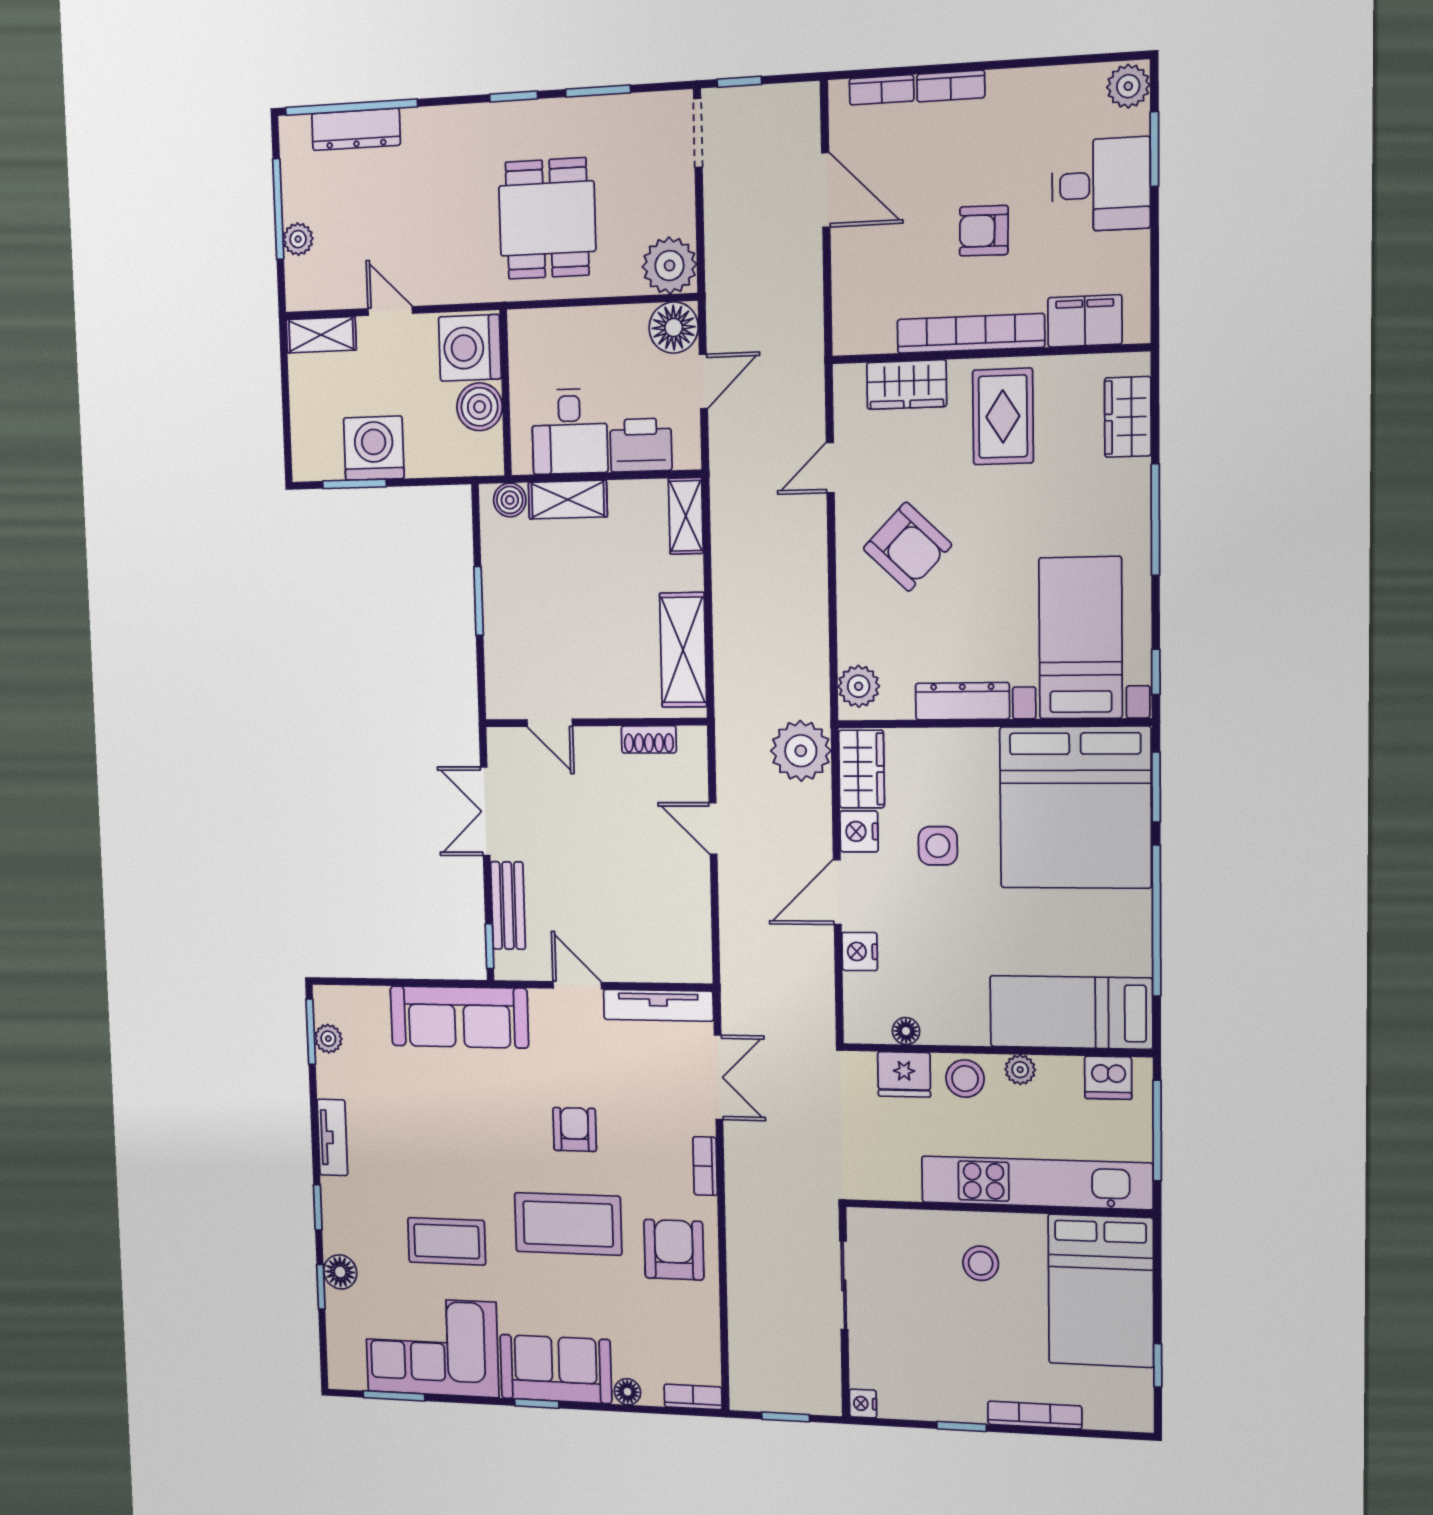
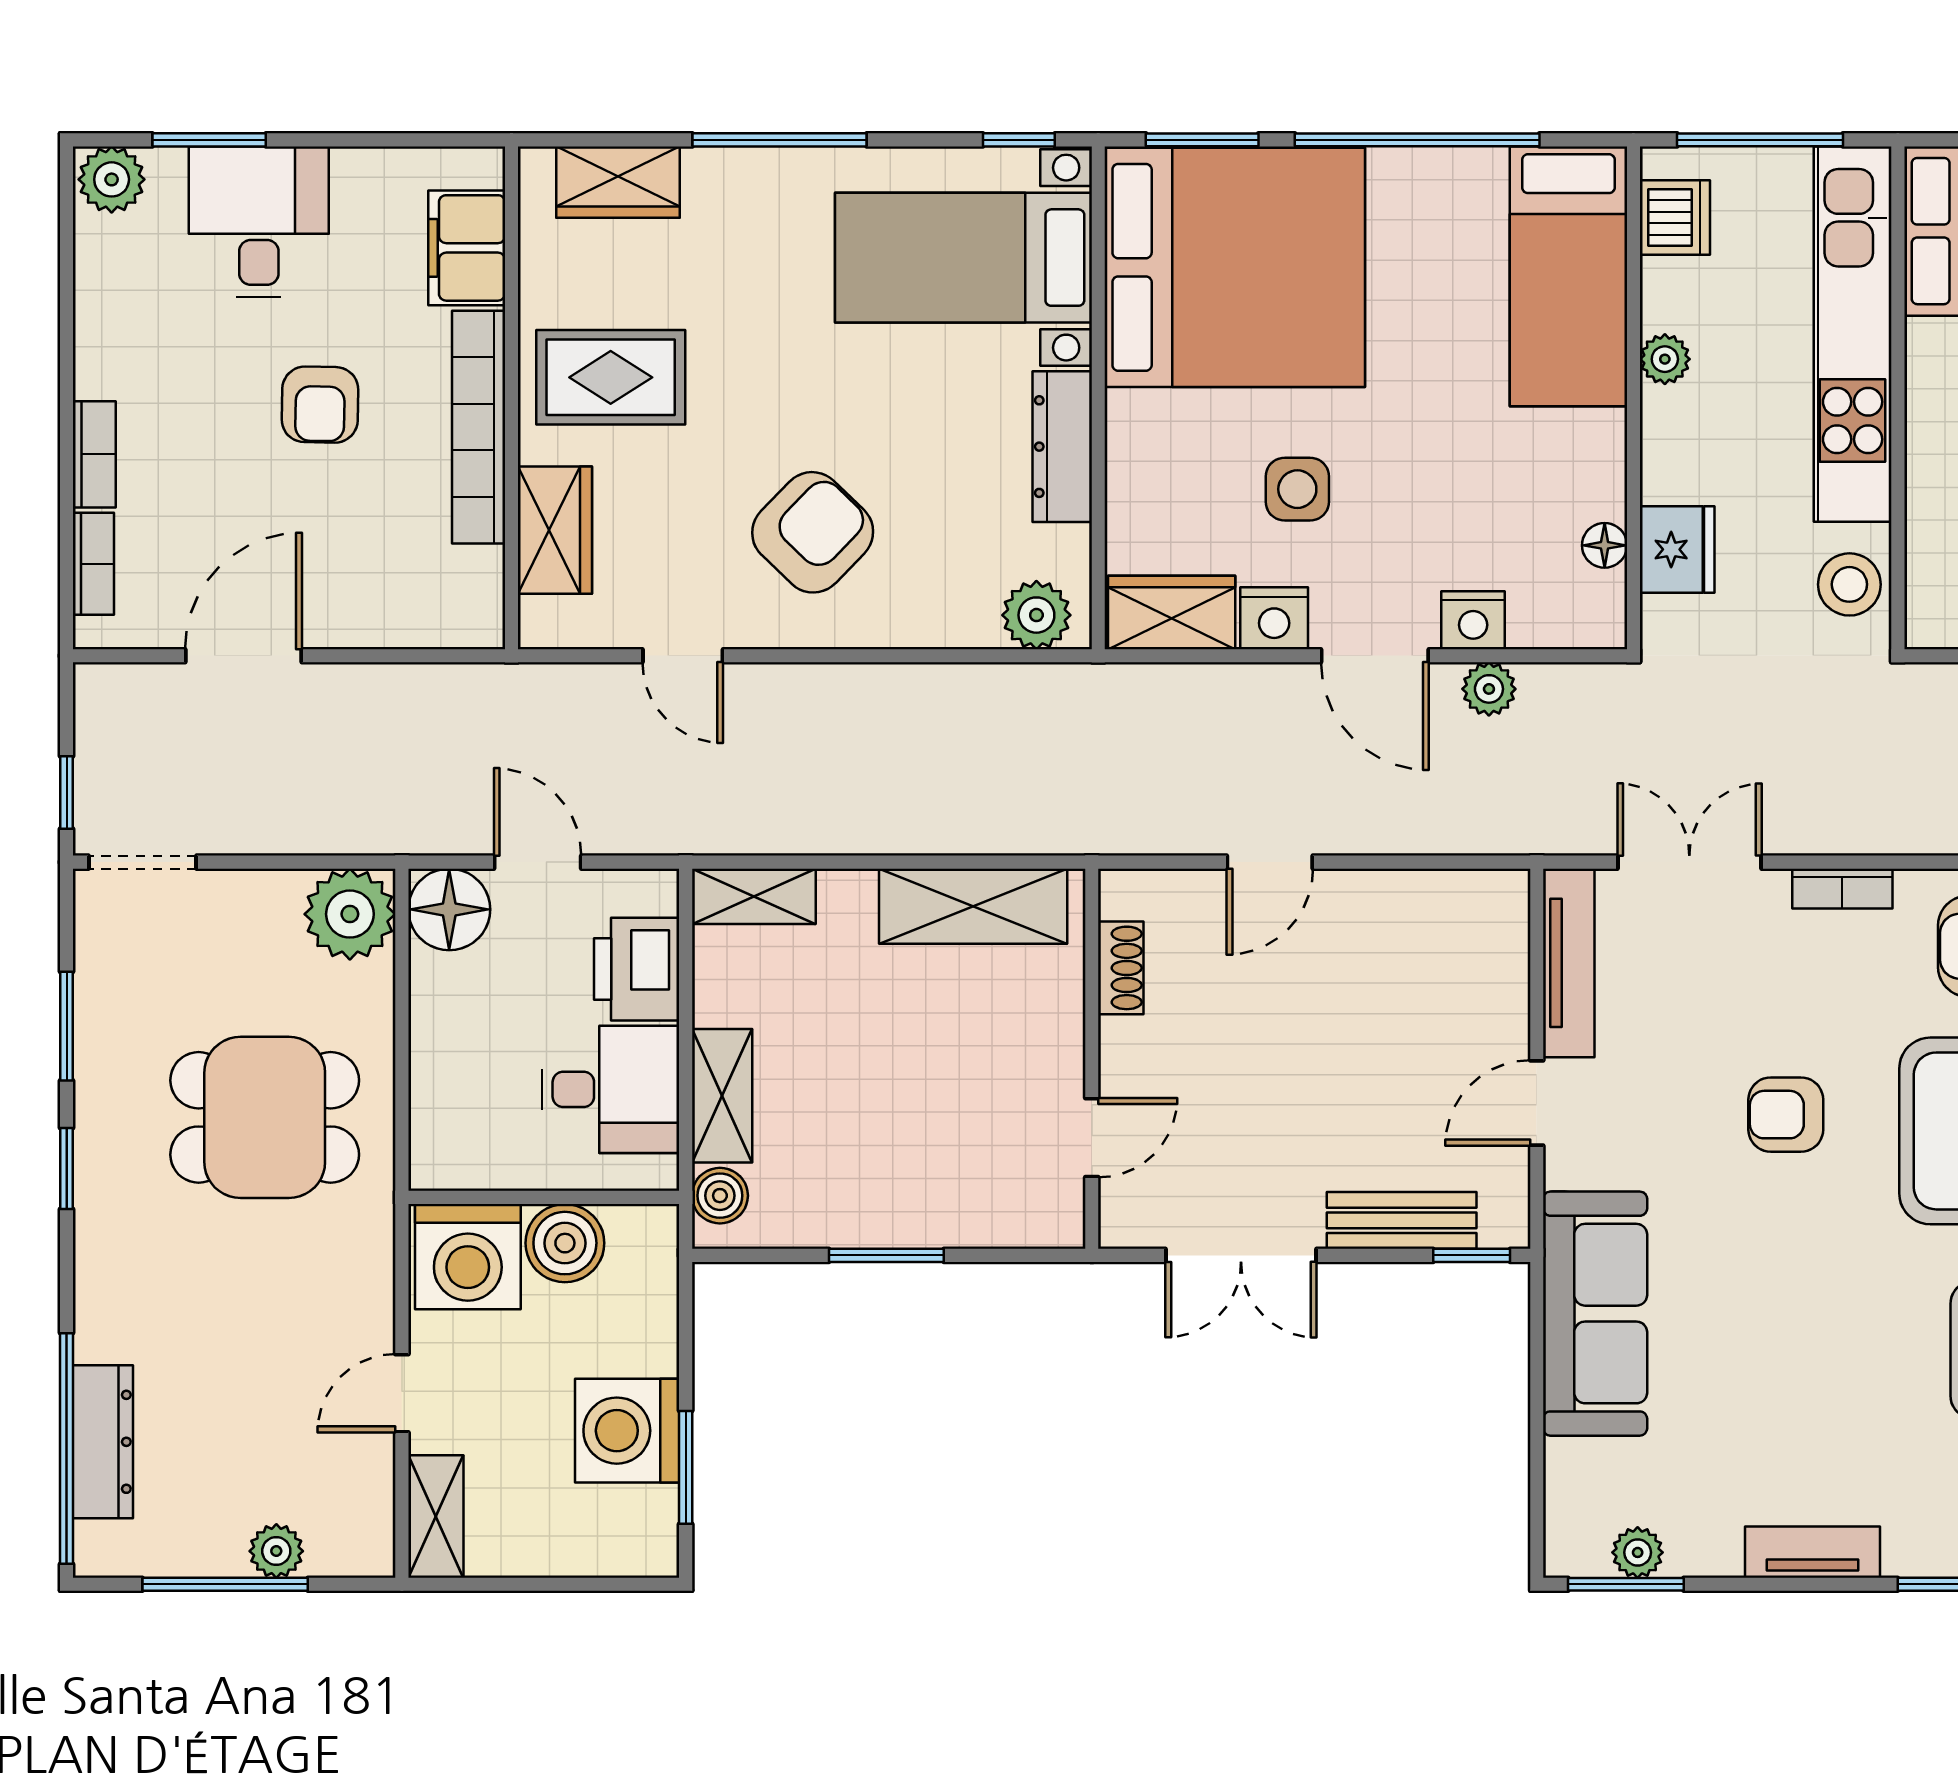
plant: (801, 751) -> (1489, 689), moved, width x0.53, depth x0.53
stool: (965, 1079) -> (1849, 584), moved

